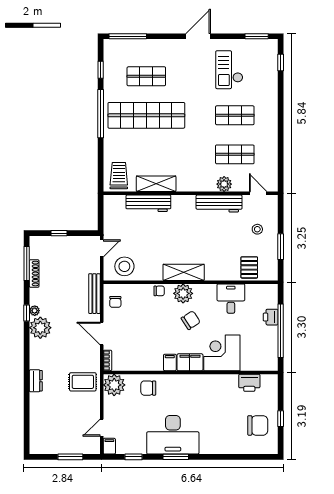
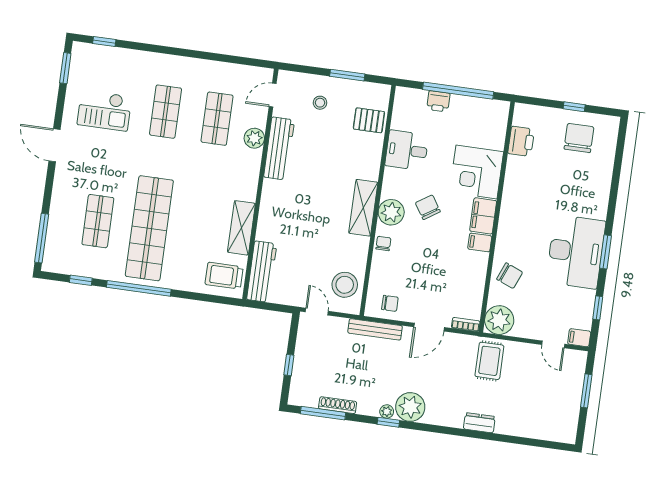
workbench: (148, 203) -> (262, 272), moved
chair: (148, 388) -> (510, 276), turned -68

